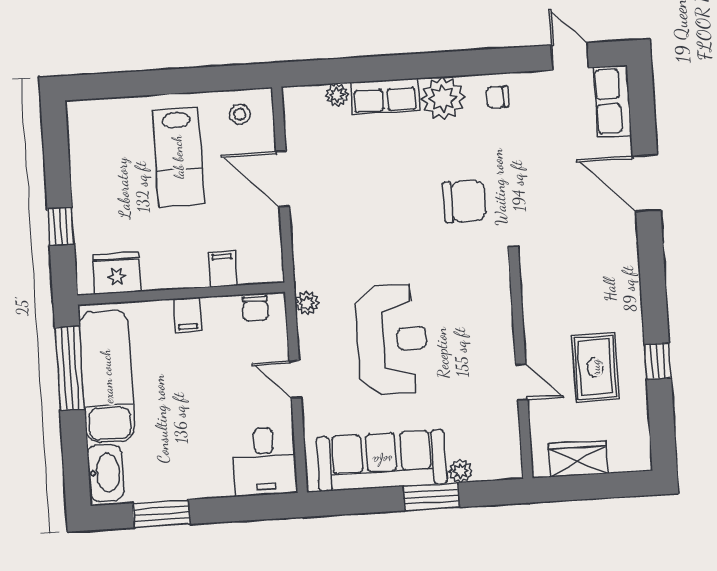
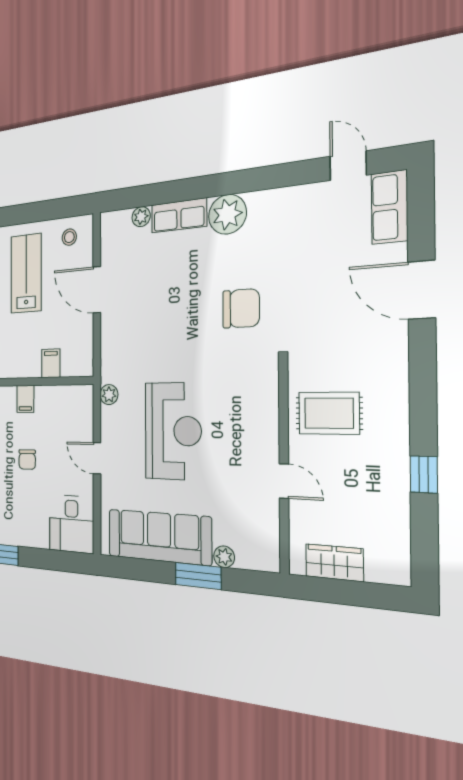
chair: (497, 97) -> (276, 210), removed
lab bench: (178, 157) -> (26, 273), turned 180
chair: (256, 309) -> (27, 459), moved
rug: (595, 367) -> (329, 413), moved, turned 90

